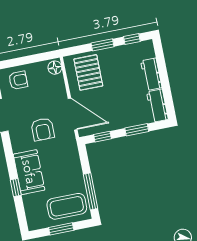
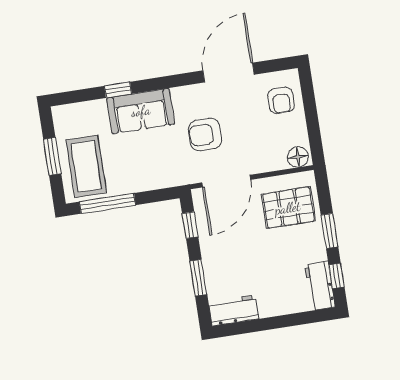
workbench: (151, 74) -> (320, 286), moved, turned -90

